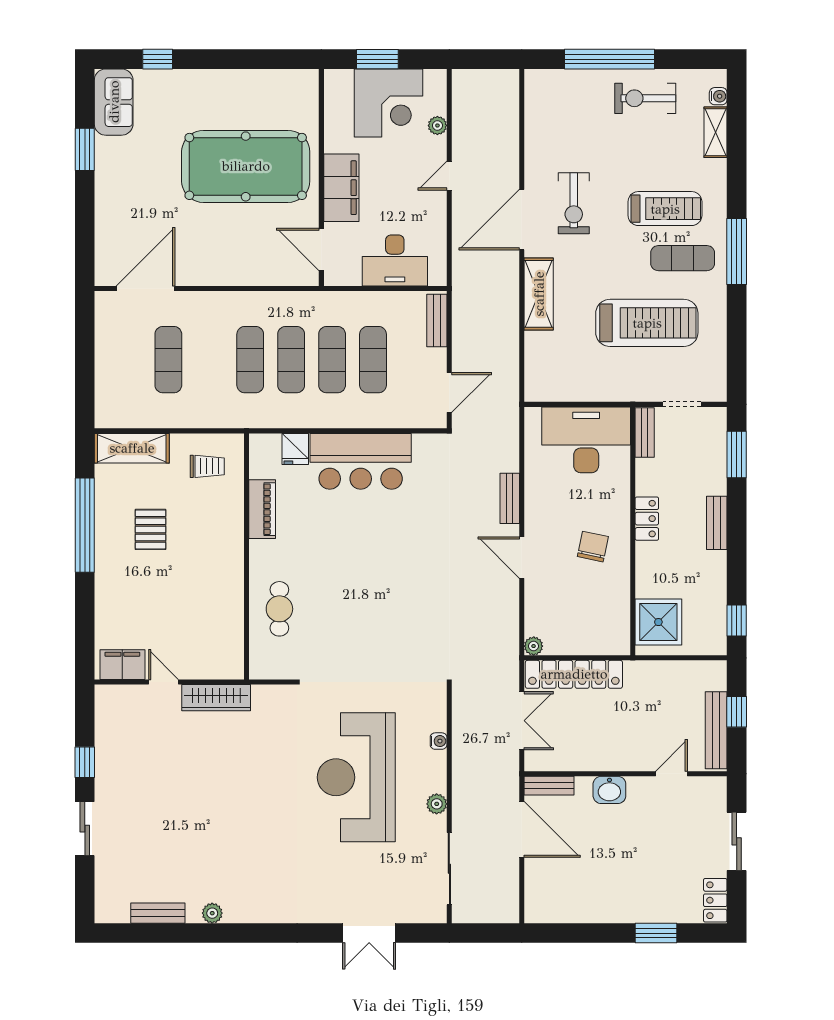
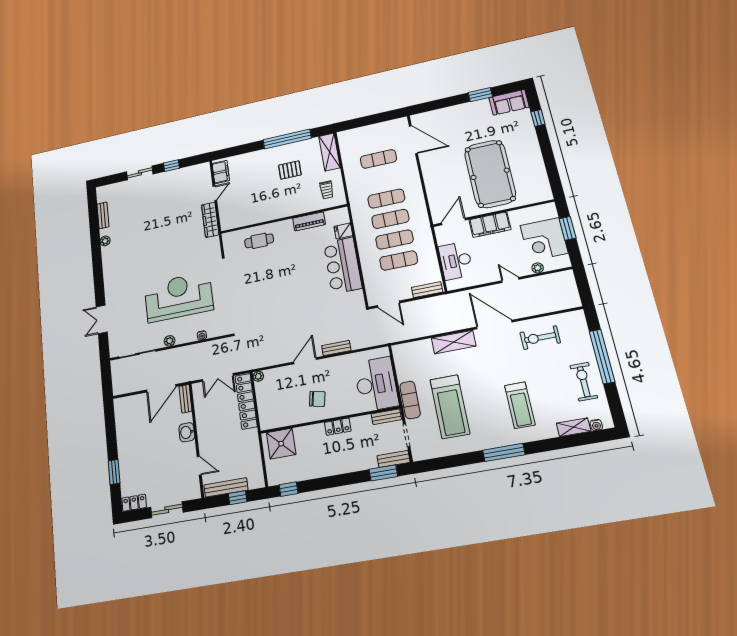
exercise bike: (574, 203) -> (540, 338), moved
exercise mat: (683, 258) -> (410, 400), moved
bench: (717, 523) -> (393, 459), moved

